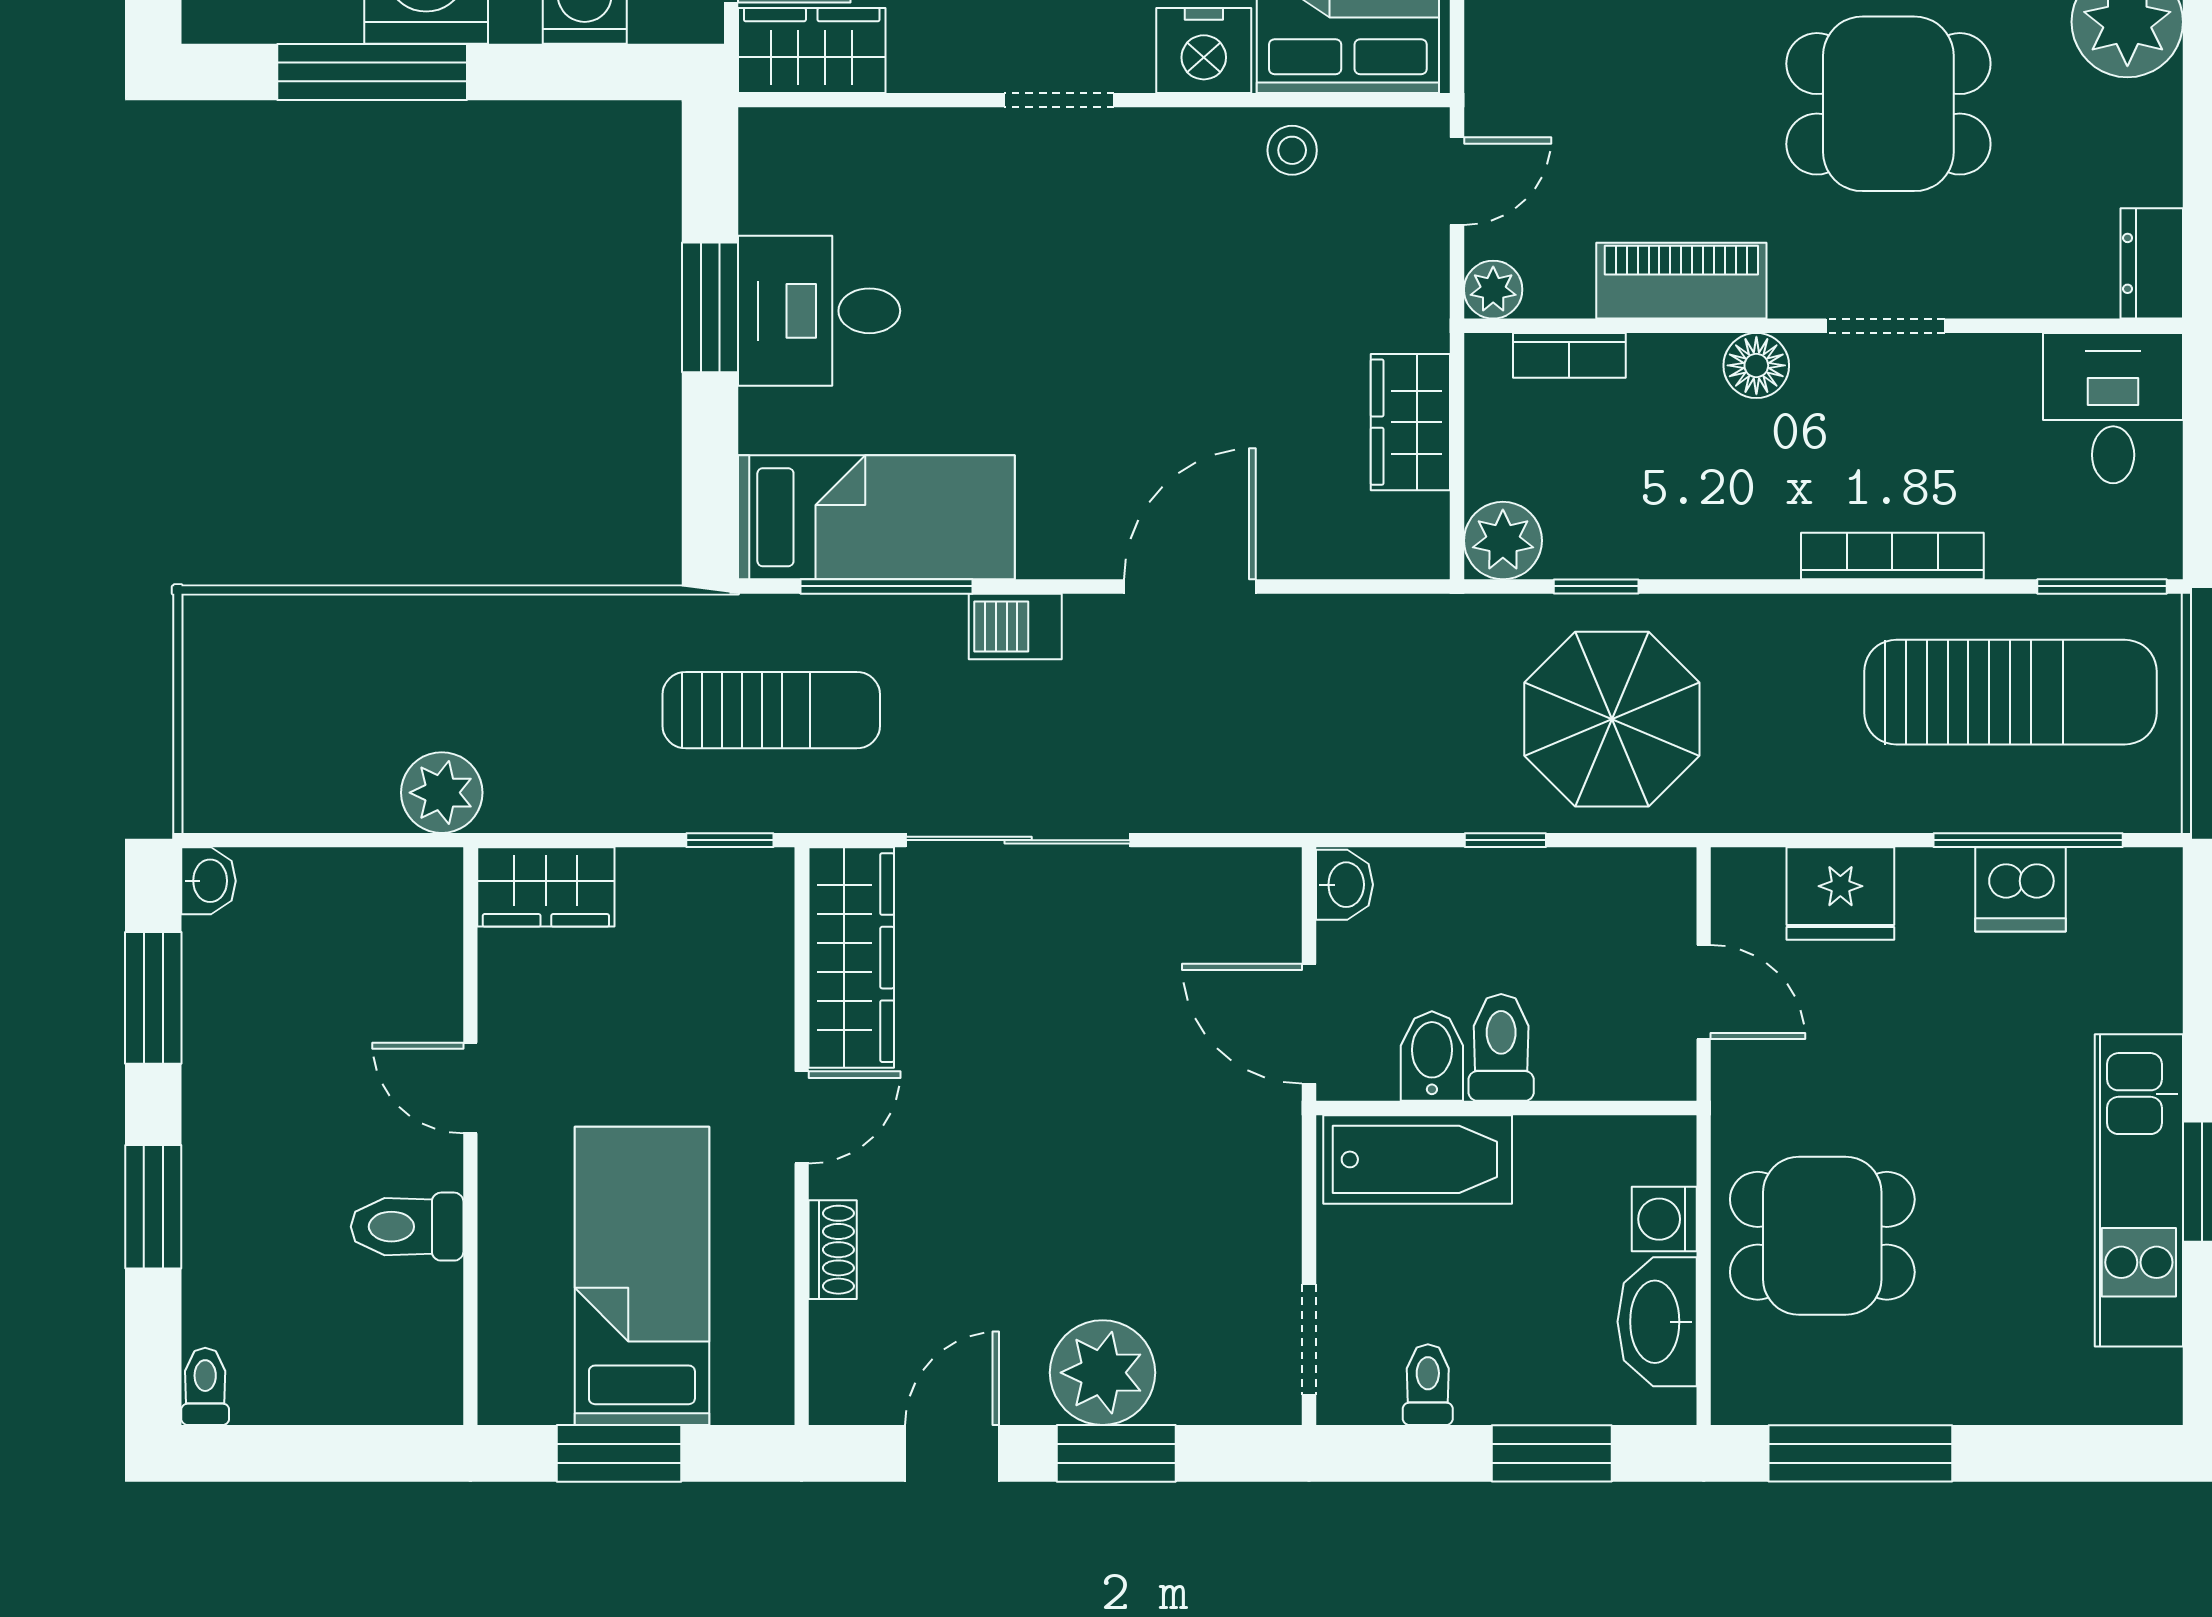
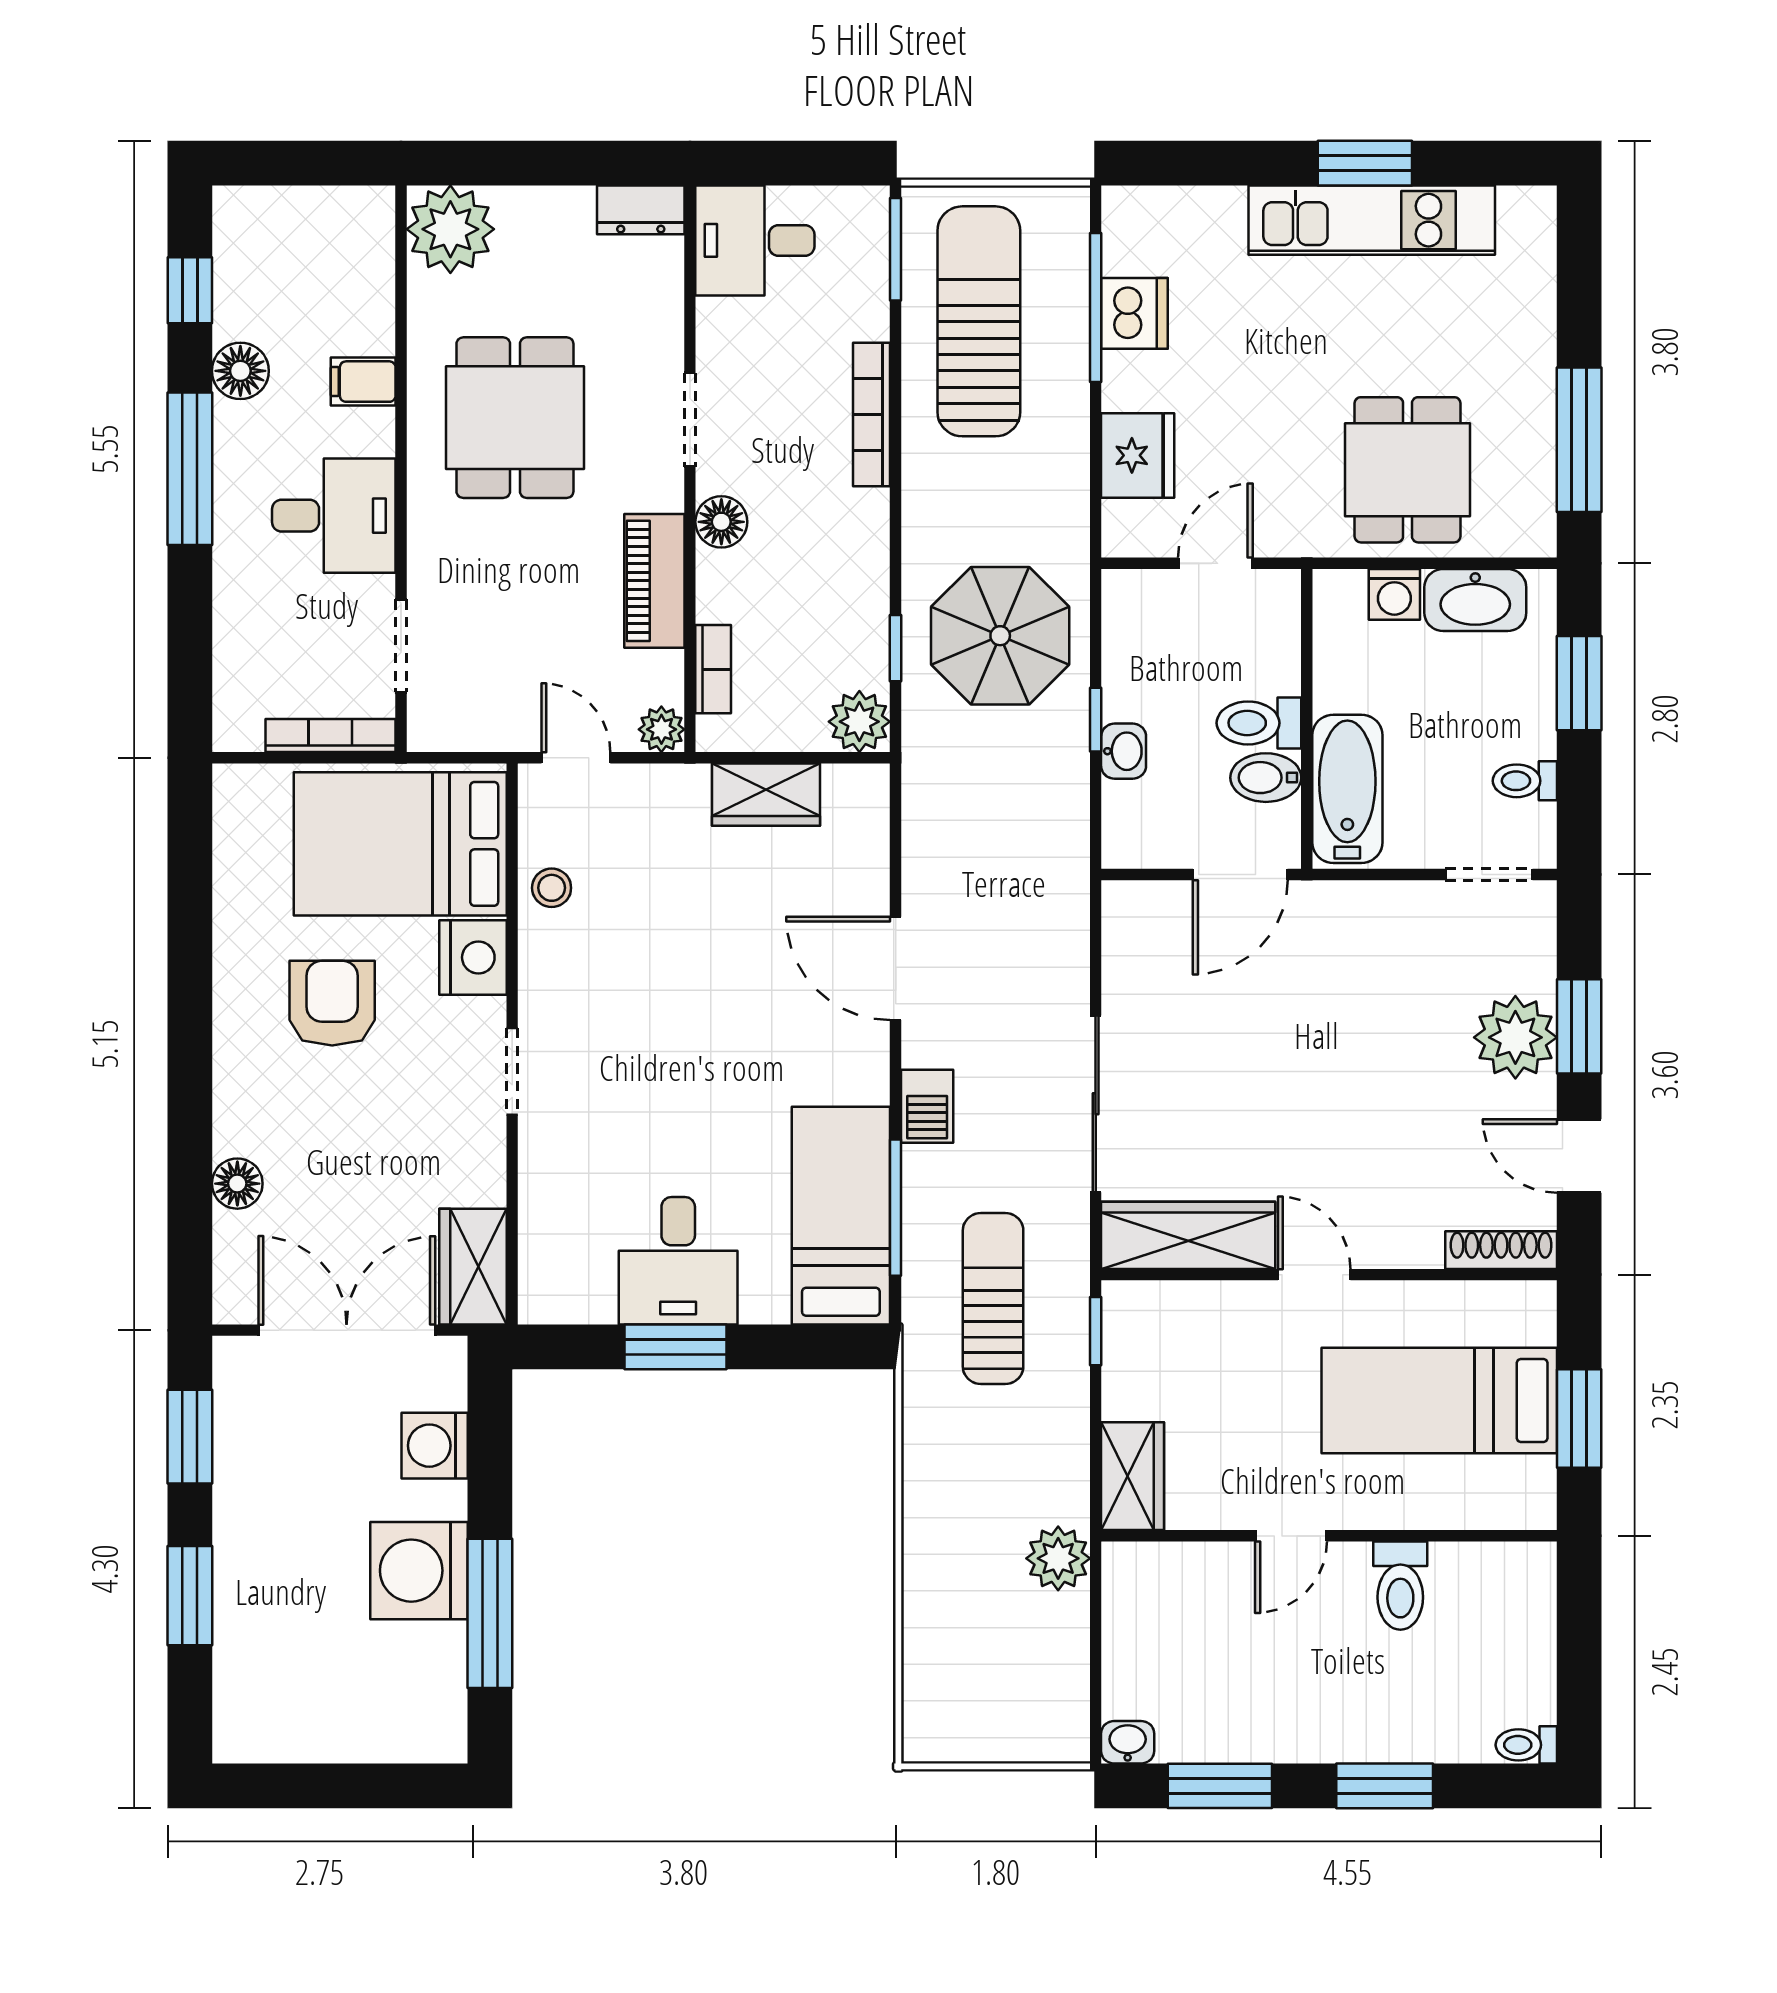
washbasin: (1344, 885) -> (1124, 751), moved, turned 90
shoe rack: (833, 1250) -> (1501, 1250), moved, width x1.43

